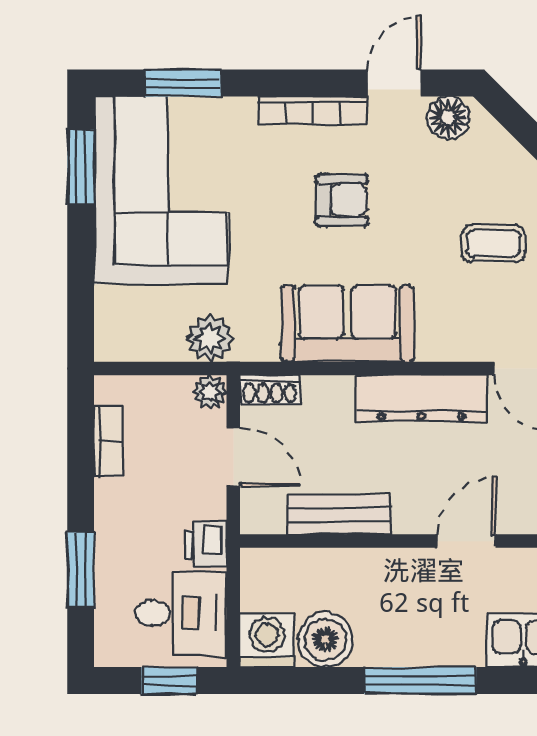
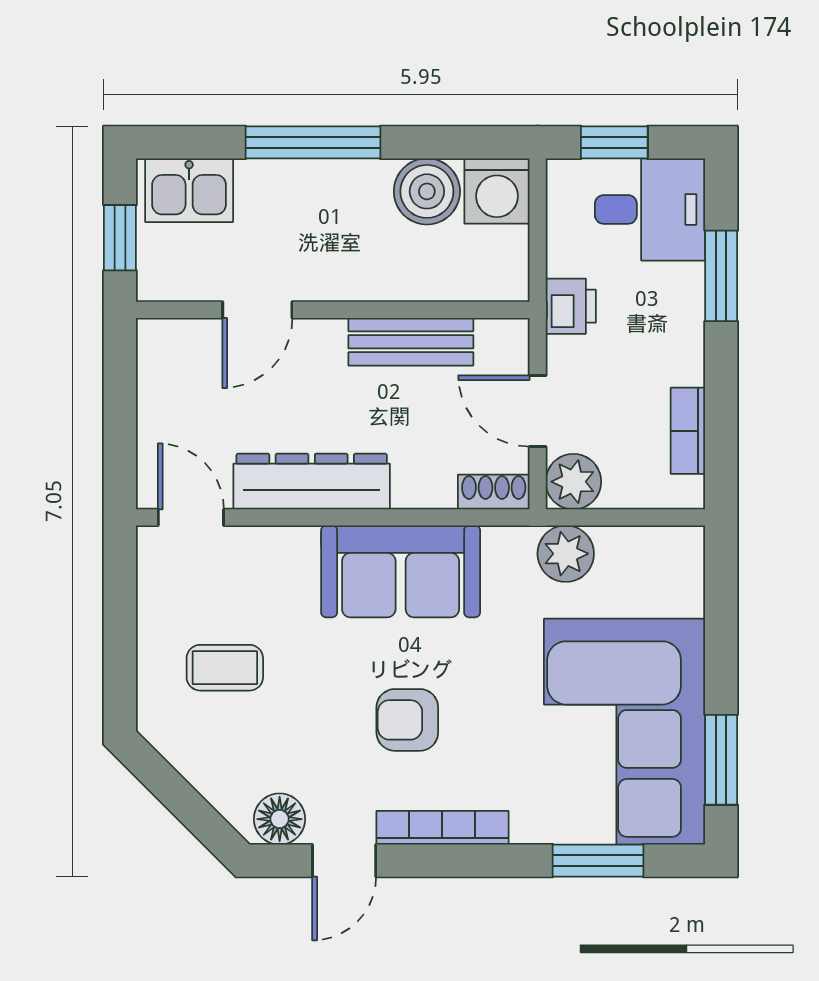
plant: (210, 392) -> (573, 482), width x1.38, depth x1.38
desk: (181, 613) -> (650, 209), moved, turned 180

